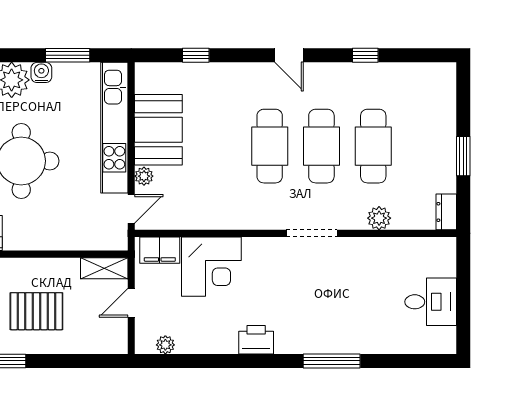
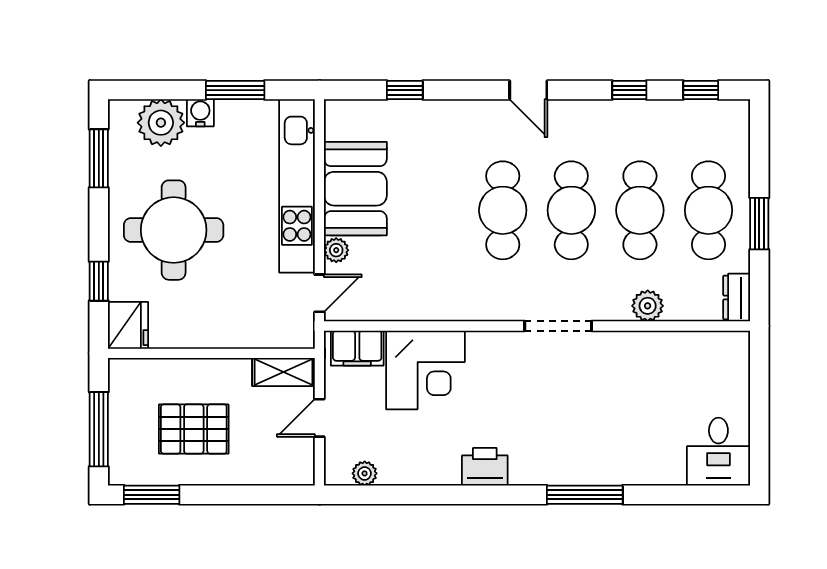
window: (419, 55) -> (701, 90), added
cafe table: (425, 146) -> (708, 210), added
desk: (431, 302) -> (718, 452), moved, turned 90

